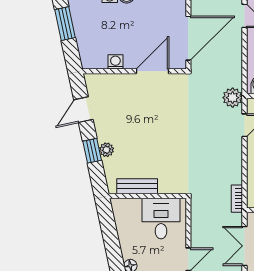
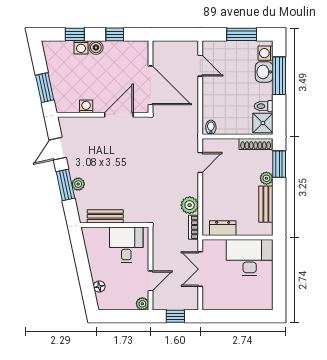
window: (65, 24) -> (45, 88), moved
door: (188, 38) -> (151, 85), hinge flipped
plant: (233, 98) -> (190, 205), moved
window: (92, 151) -> (65, 185), width x1.50

